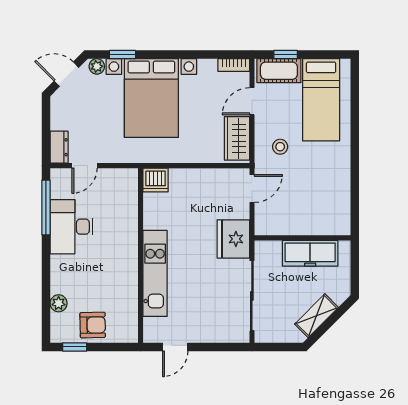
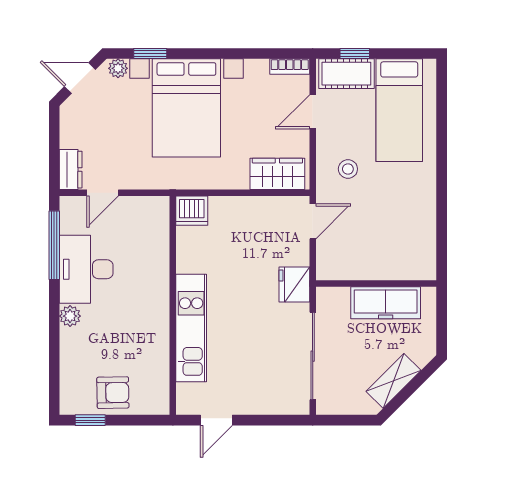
wardrobe: (237, 138) -> (277, 174), moved, turned 90
fridge: (233, 239) -> (294, 285), width x0.73, depth x0.75
plant: (59, 303) -> (70, 316), moved

